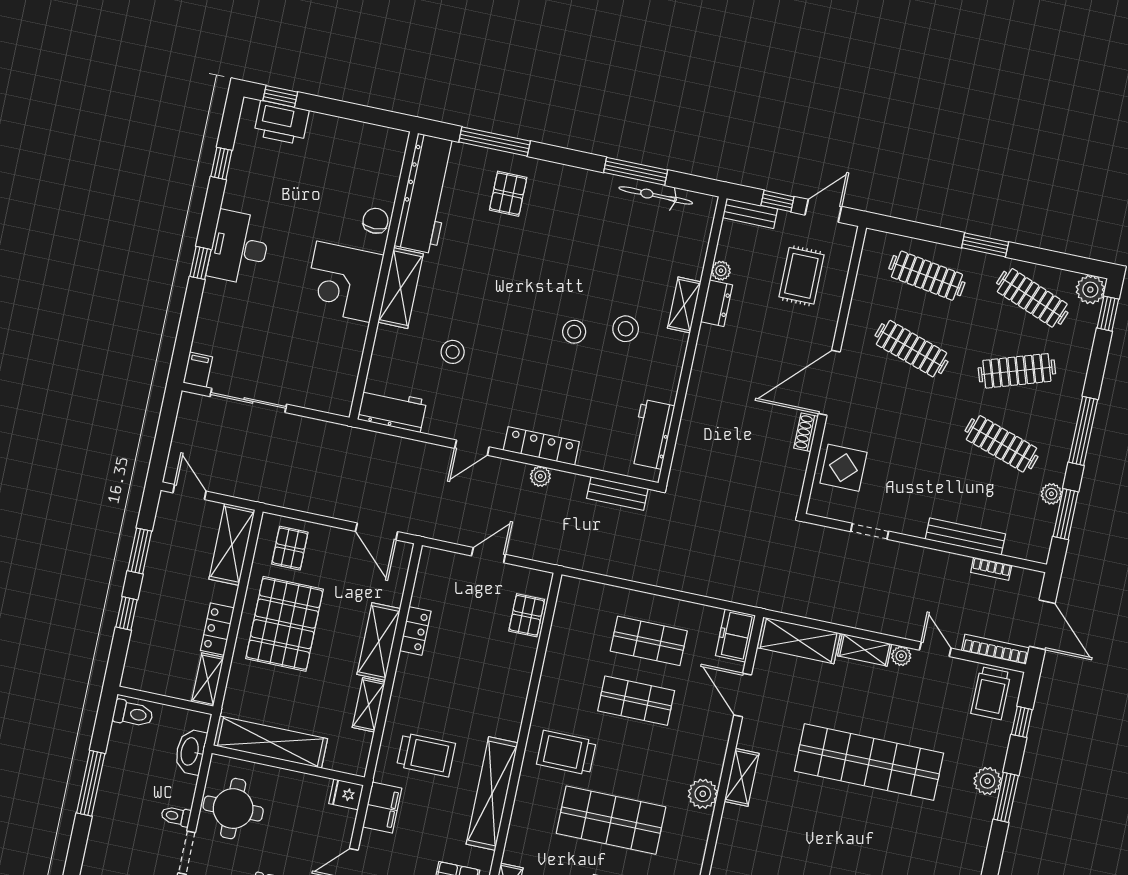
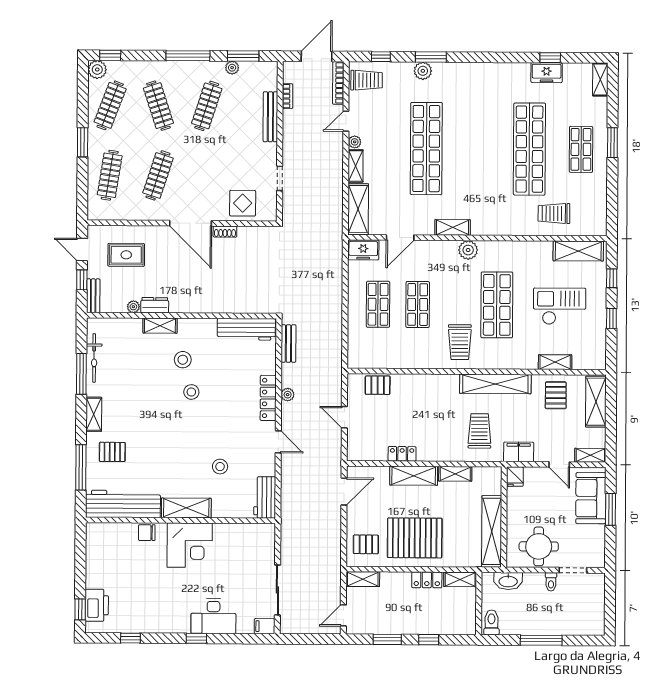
shelving: (571, 178) -> (94, 414), added
desk: (239, 248) -> (213, 616), moved
workbench: (652, 434) -> (246, 329), width x1.38
shelving: (232, 544) -> (363, 579), width x0.67, depth x0.75

